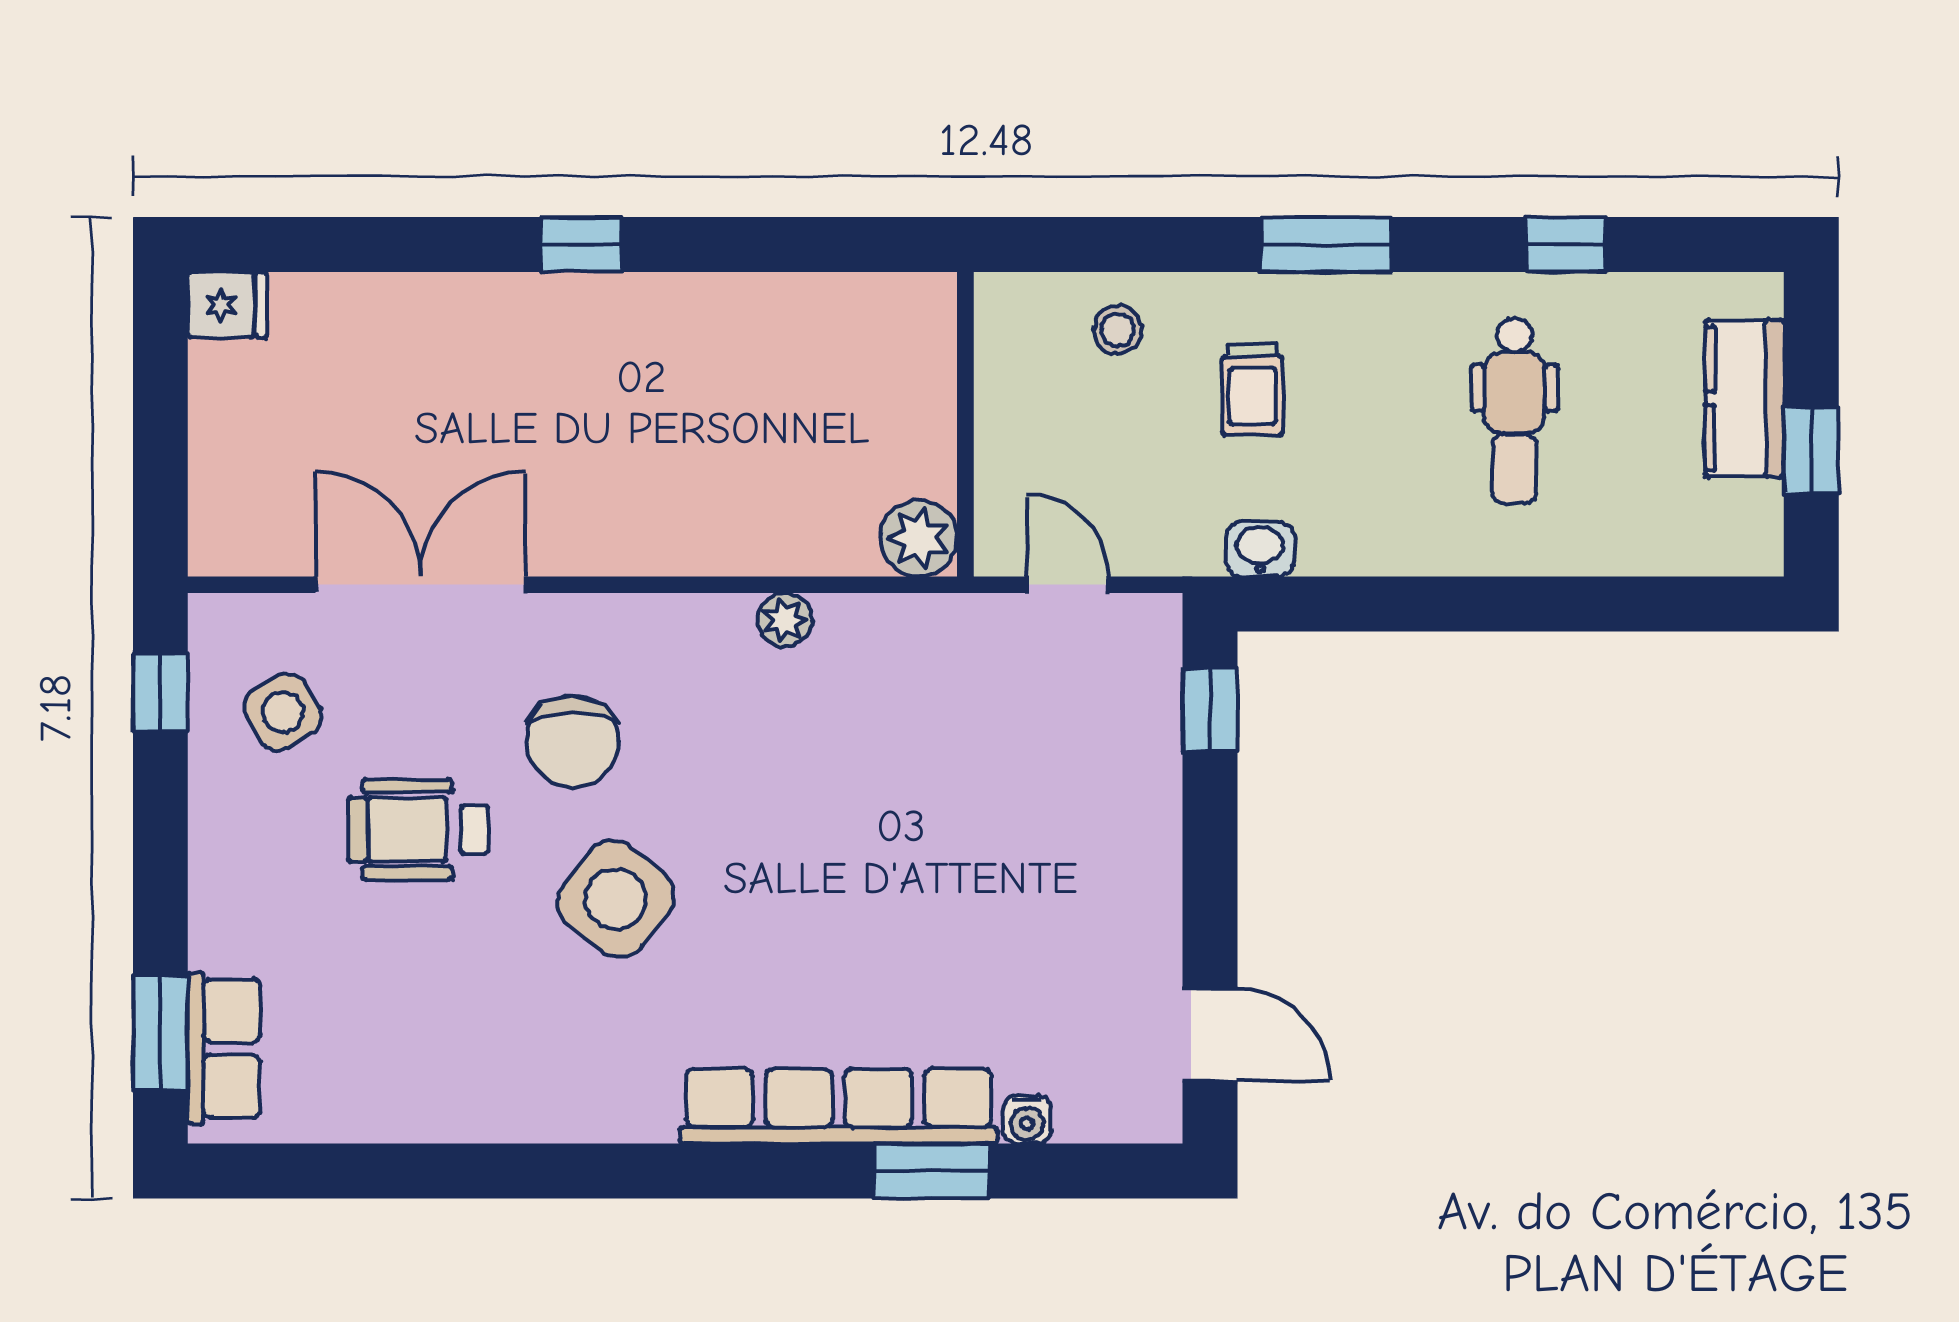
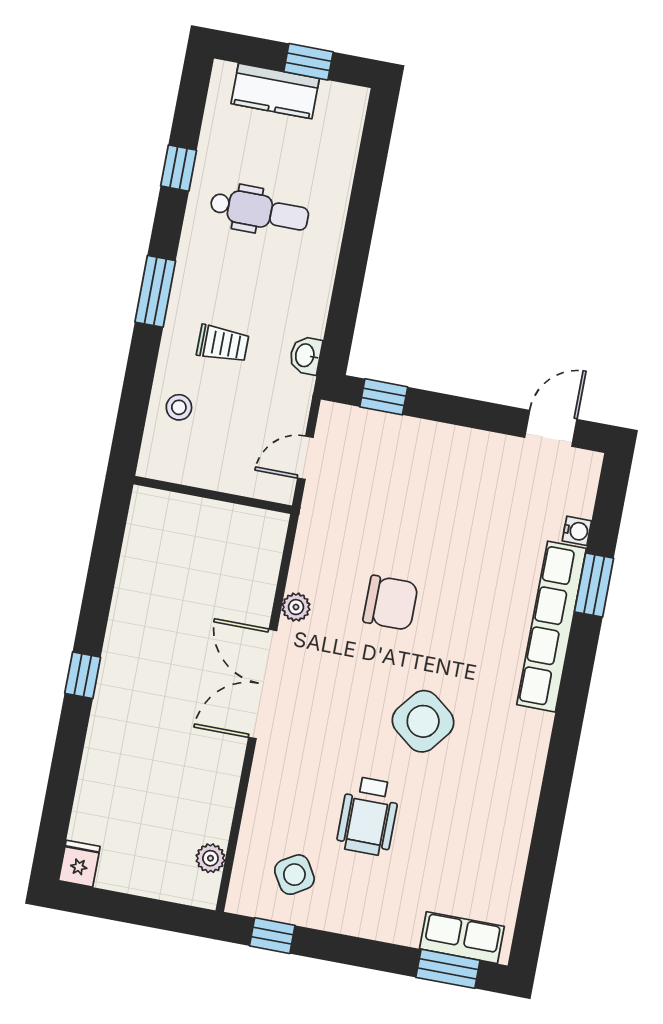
plant: (919, 538) -> (210, 858), moved, width x0.73, depth x0.73
double door: (421, 585) -> (263, 684), moved
chair: (573, 741) -> (391, 603), moved

